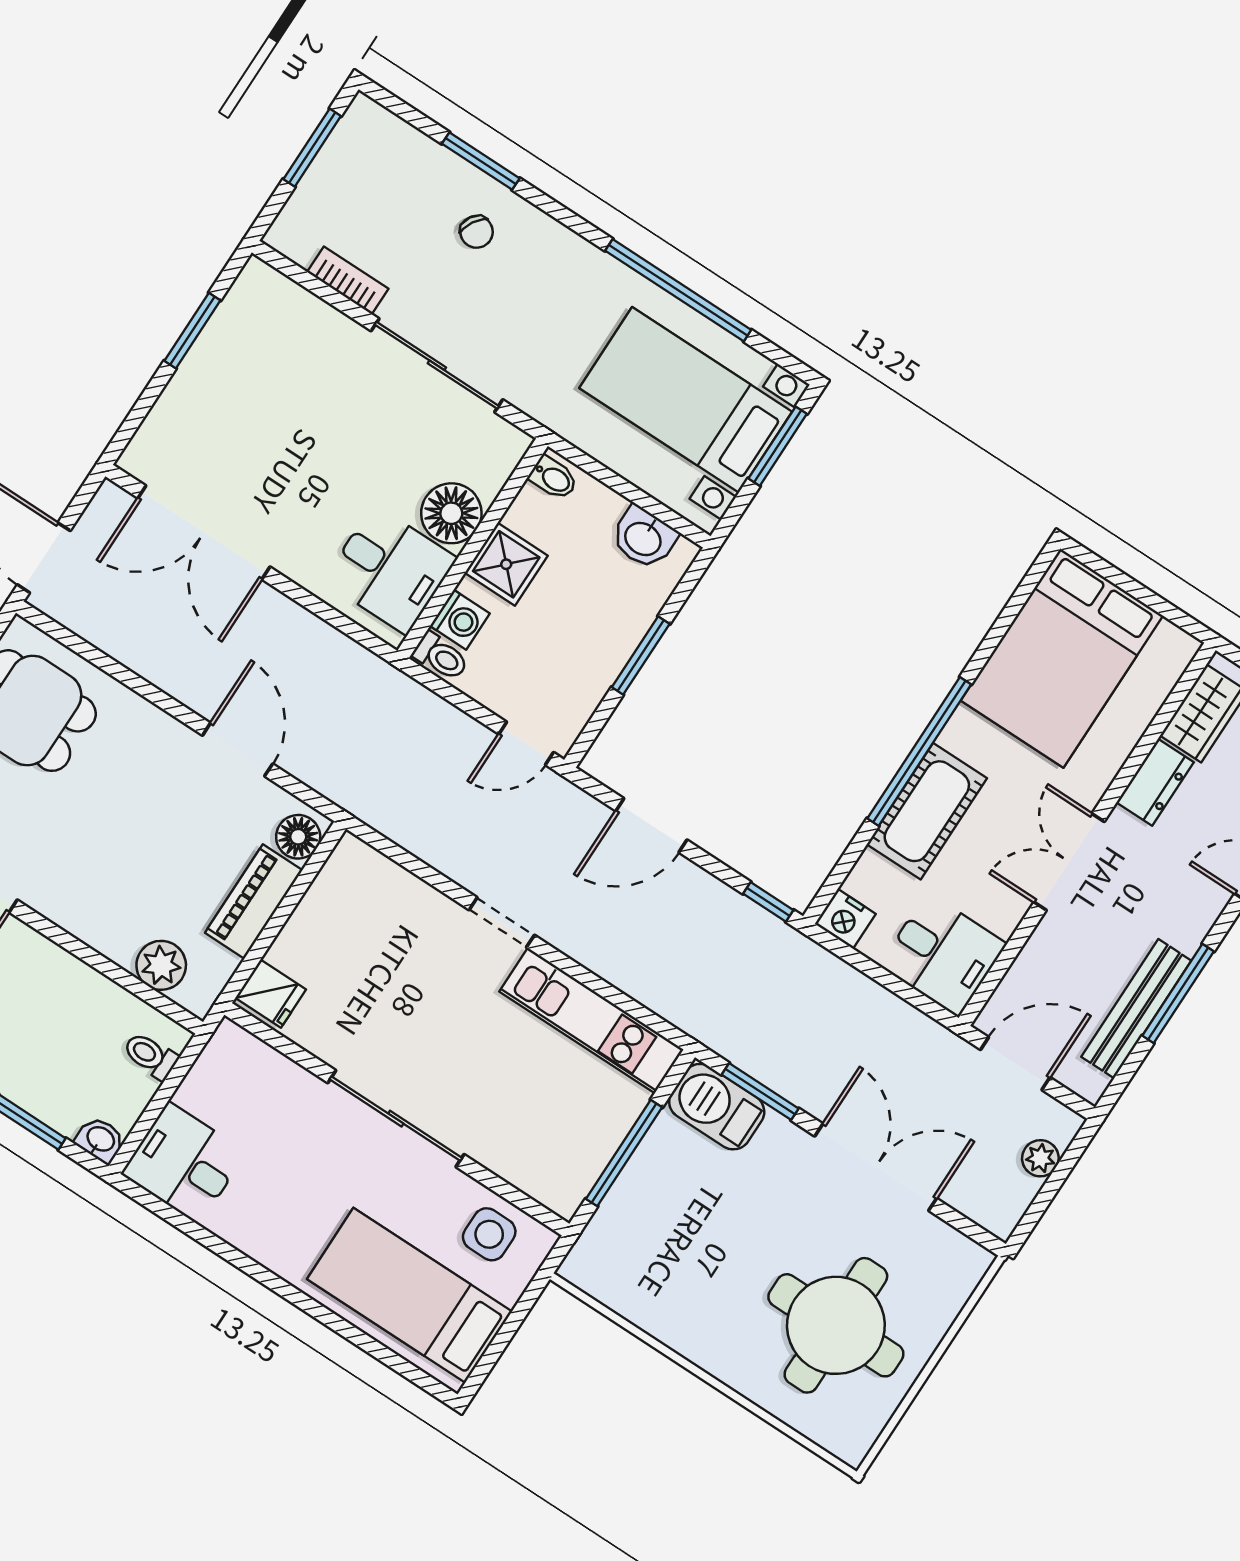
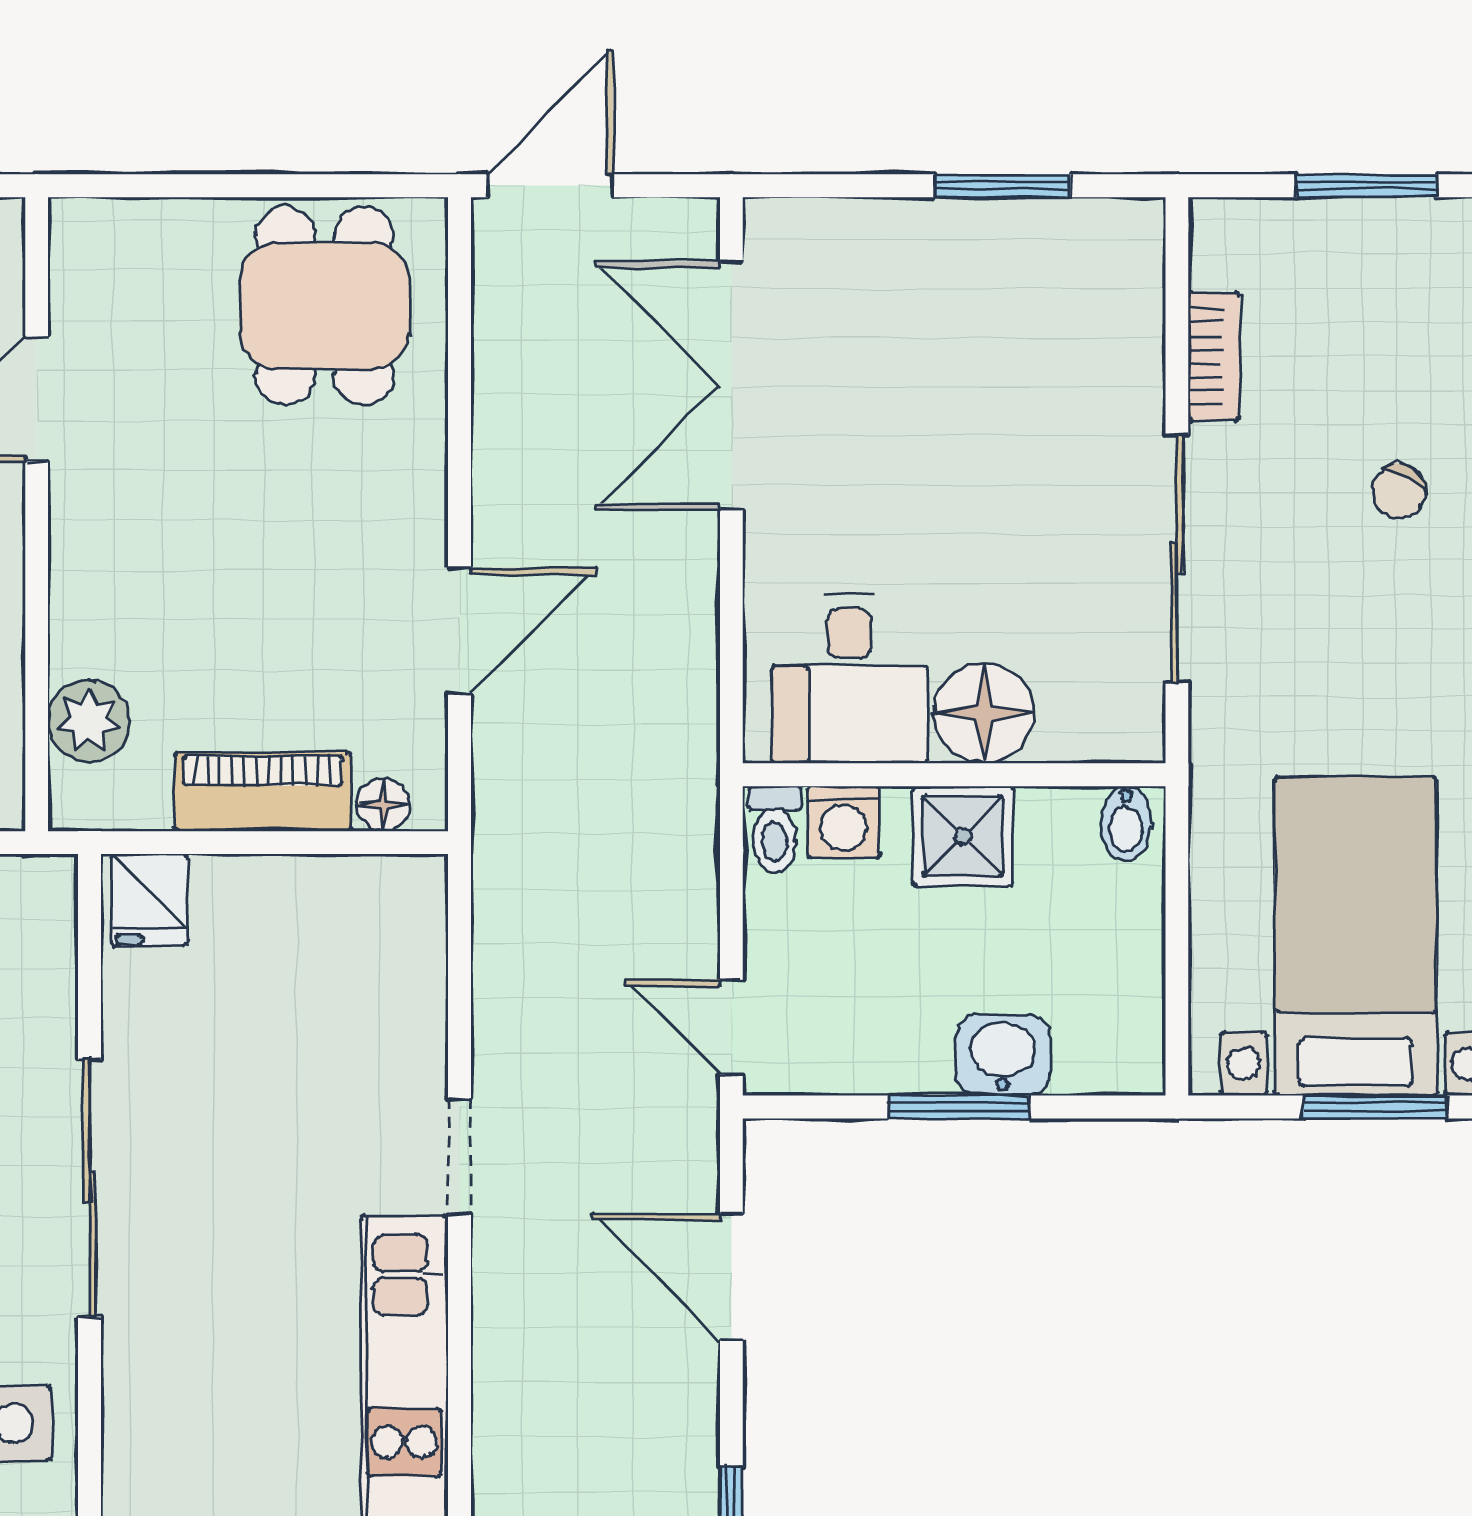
washbasin: (644, 538) -> (1003, 1055), moved, turned 90
floor lamp: (298, 837) -> (383, 805), width x0.73, depth x0.73

